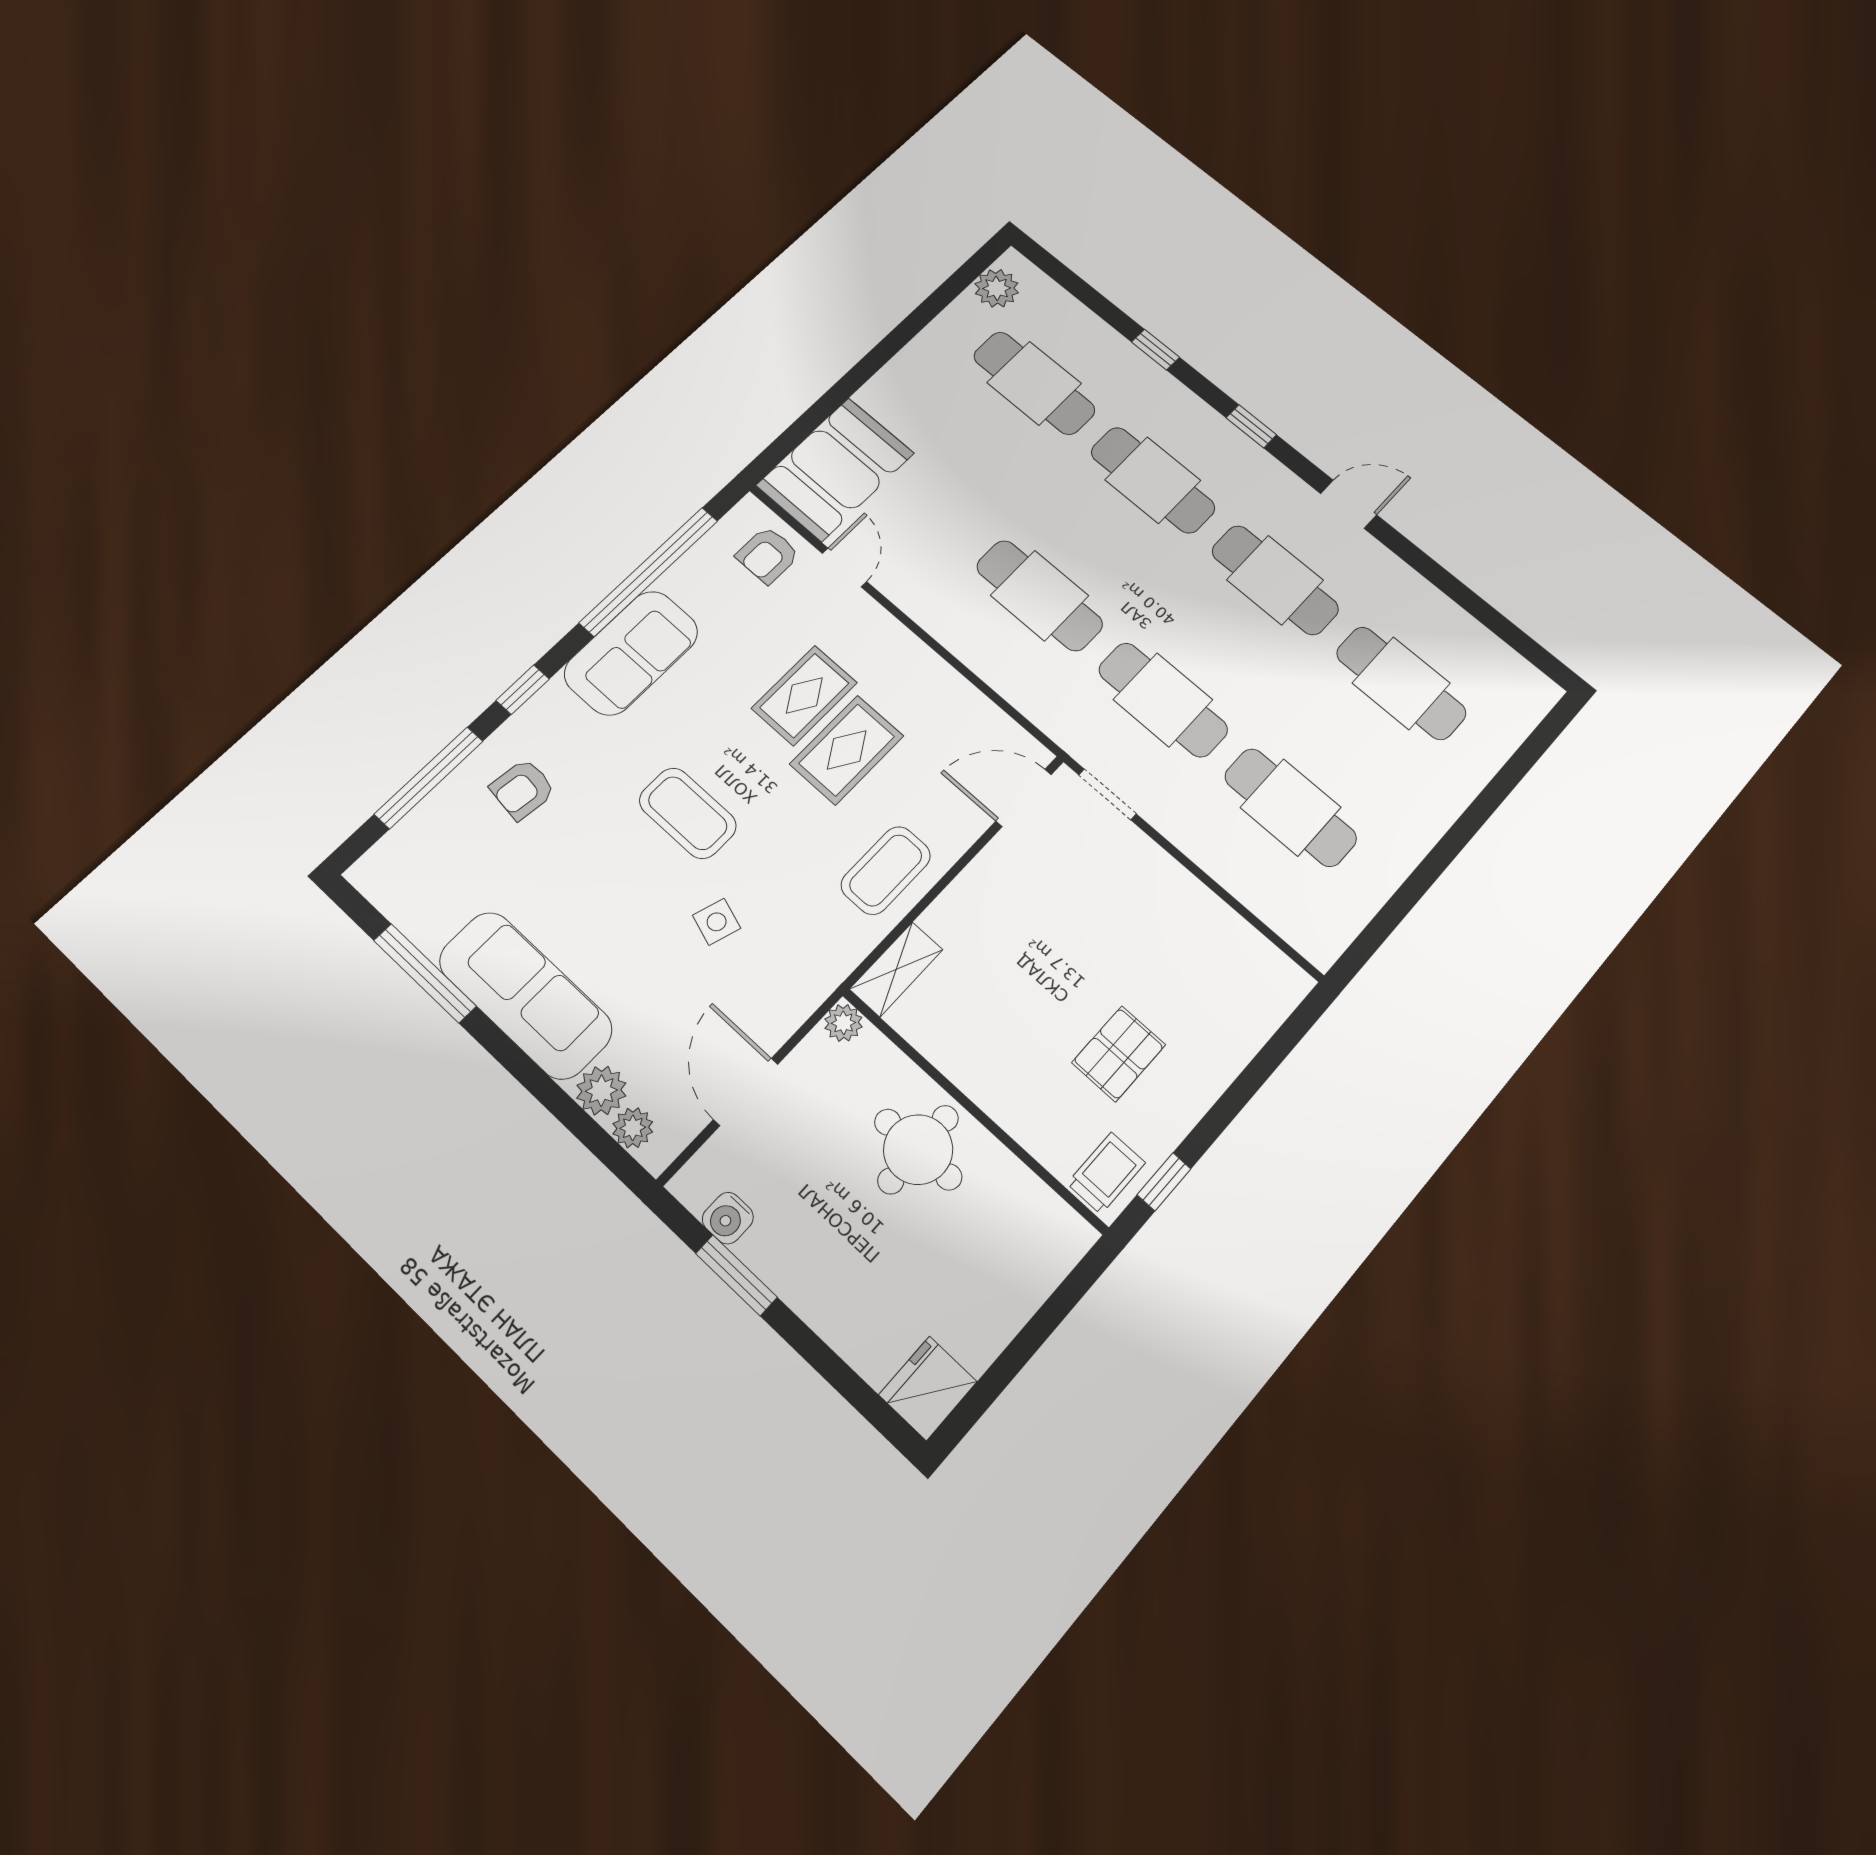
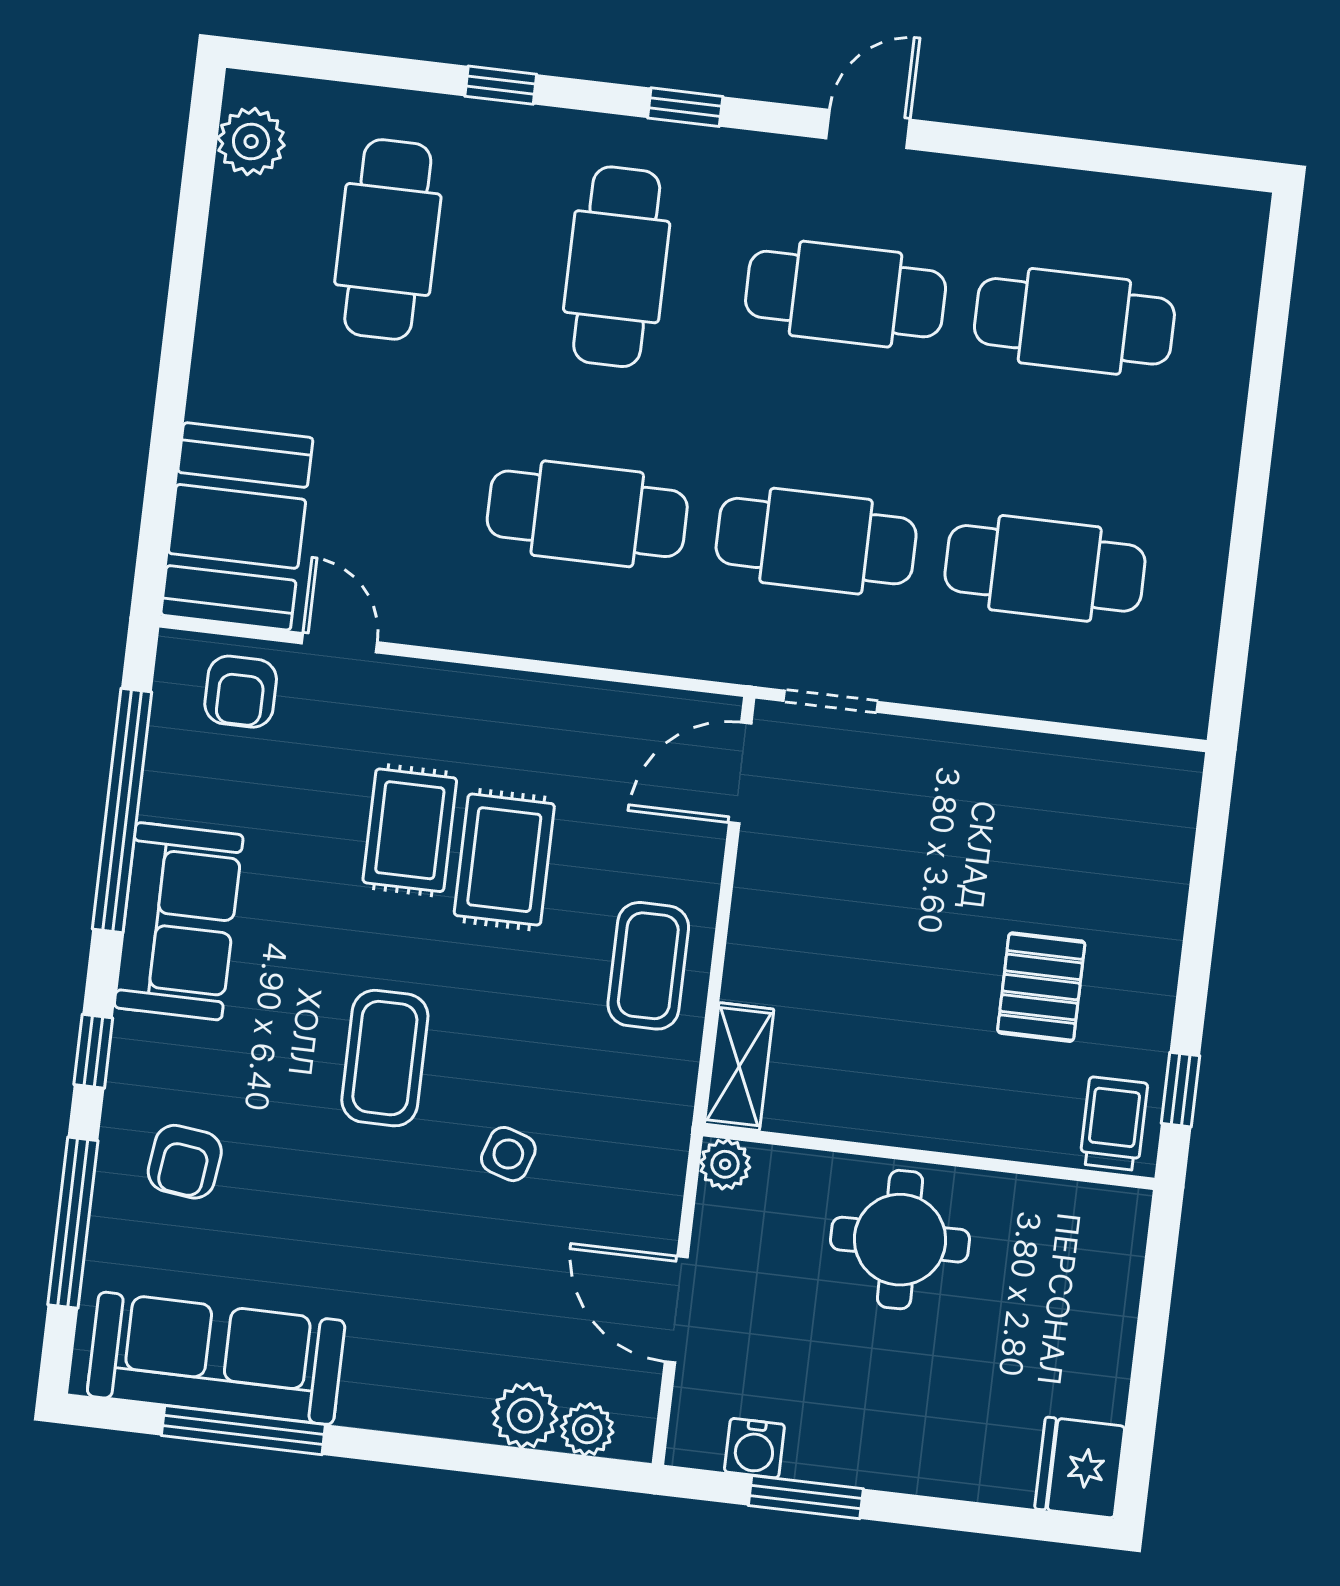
cafe table: (1034, 383) -> (388, 239), turned 90
cafe table: (1153, 480) -> (617, 267), turned 90
coffee table: (688, 813) -> (385, 1058), turned 90
sofa: (525, 995) -> (216, 1358), moved

